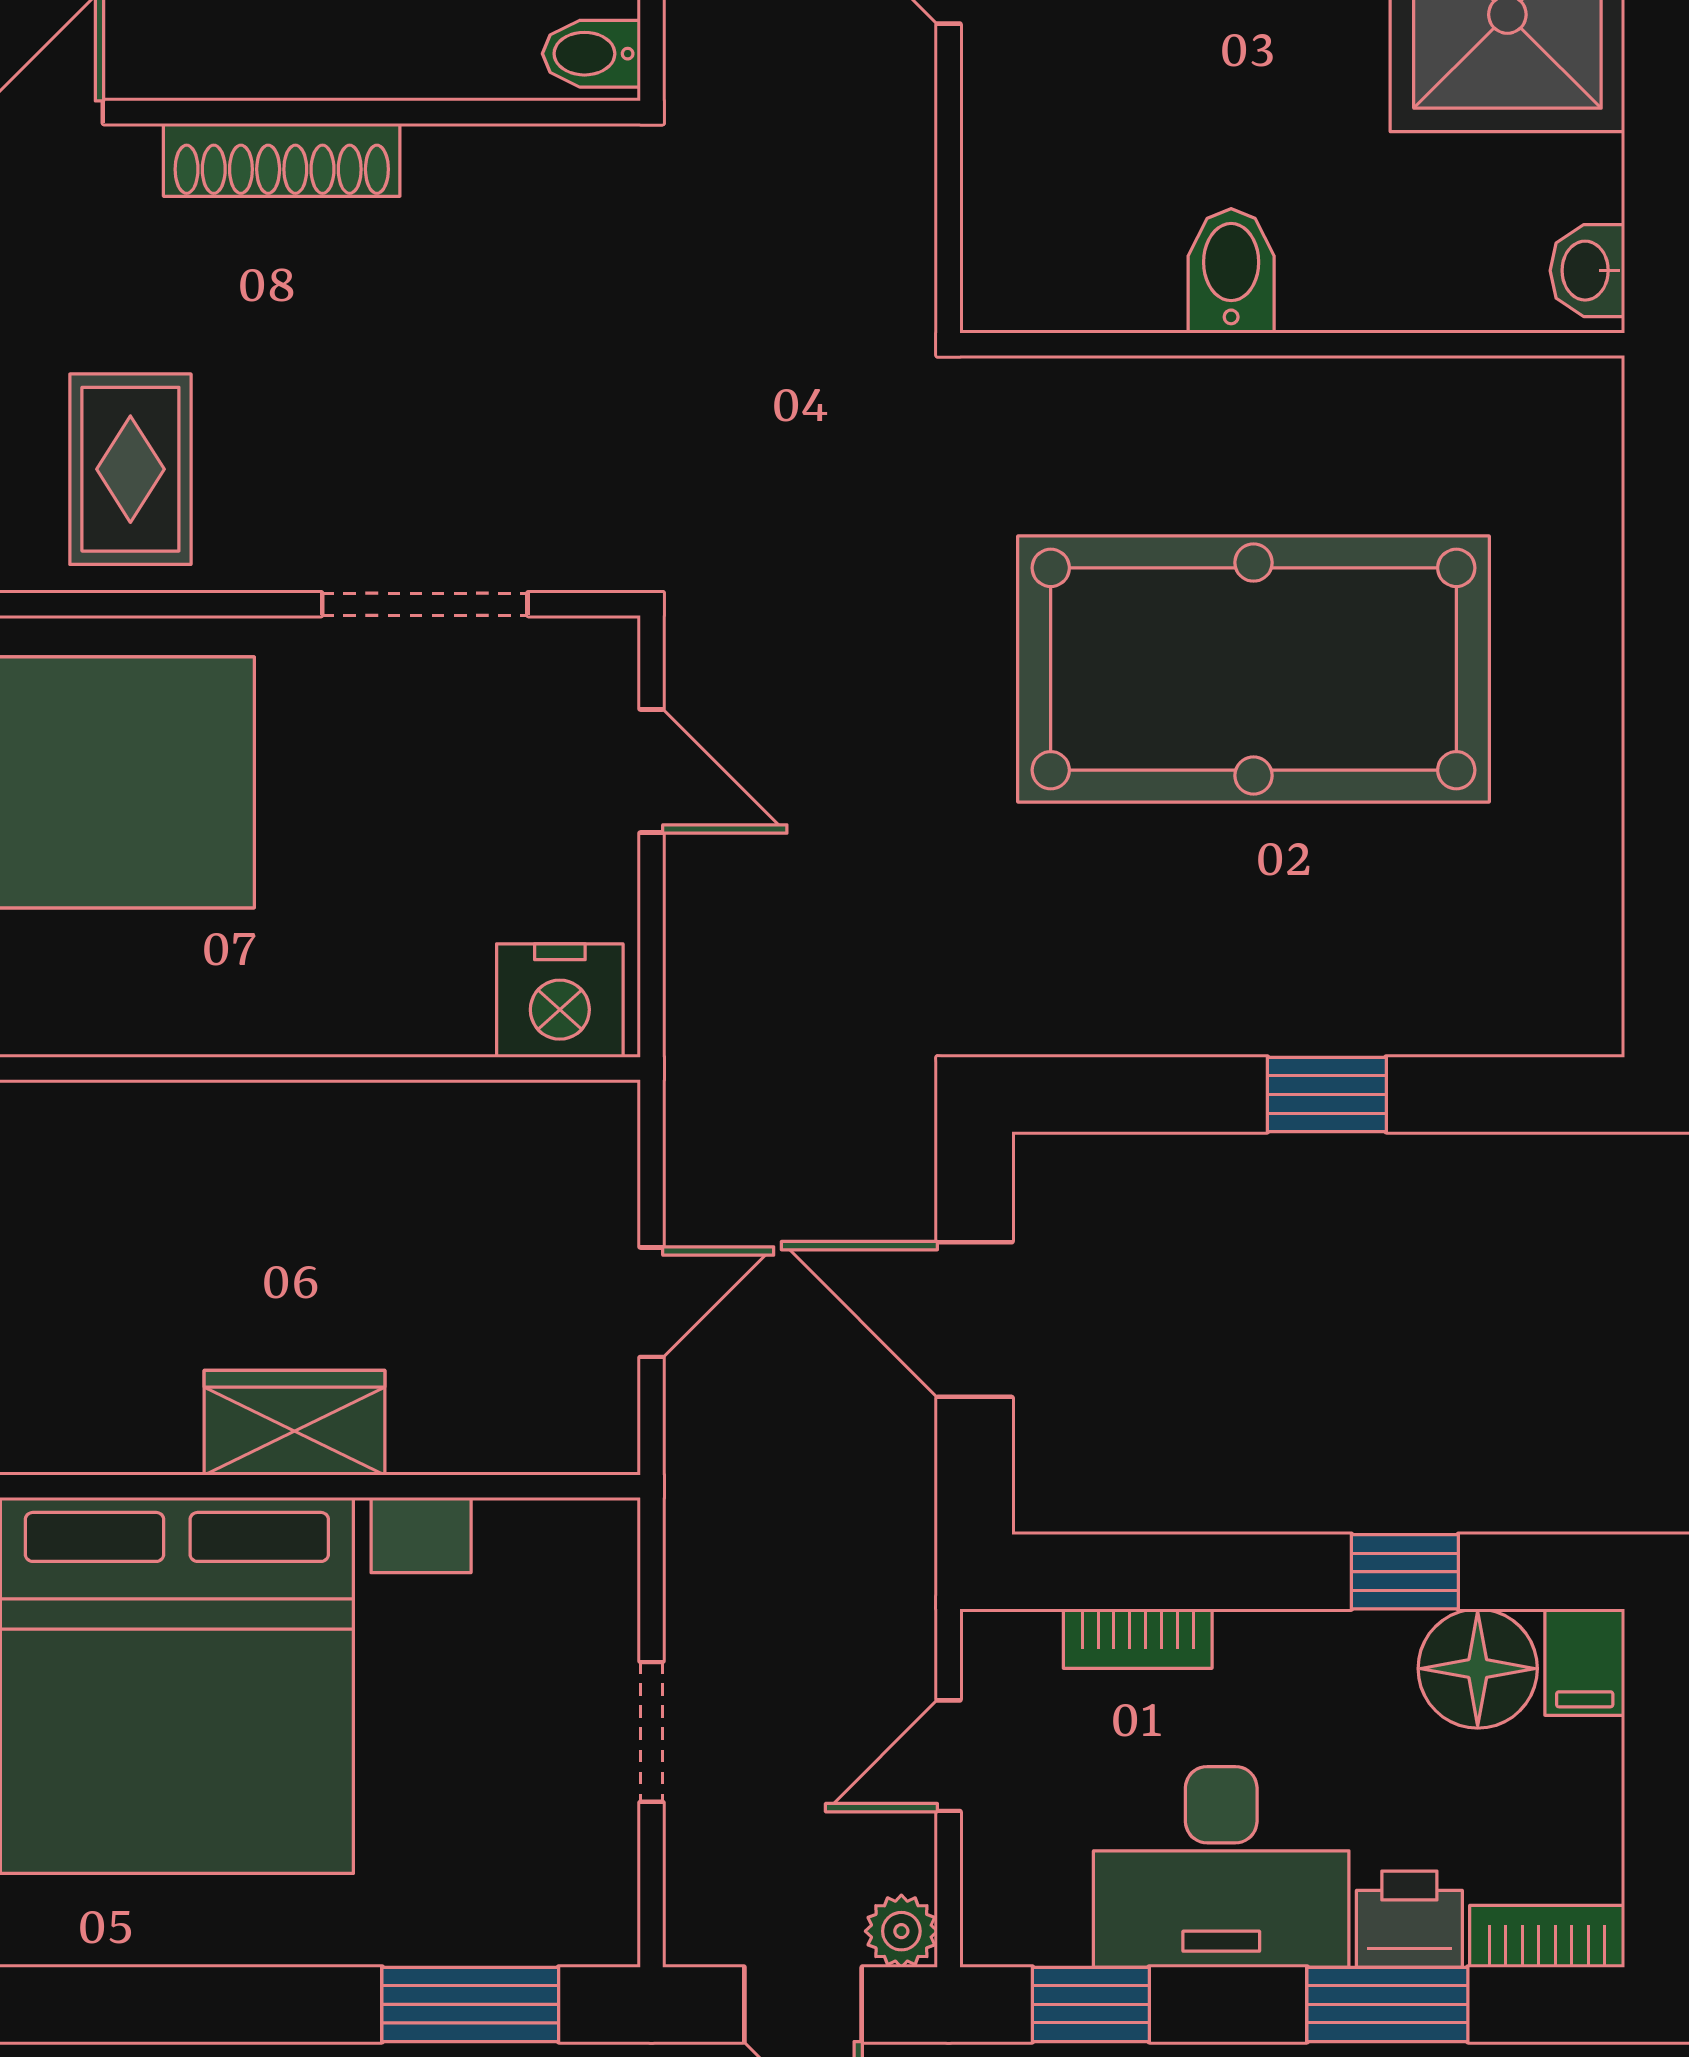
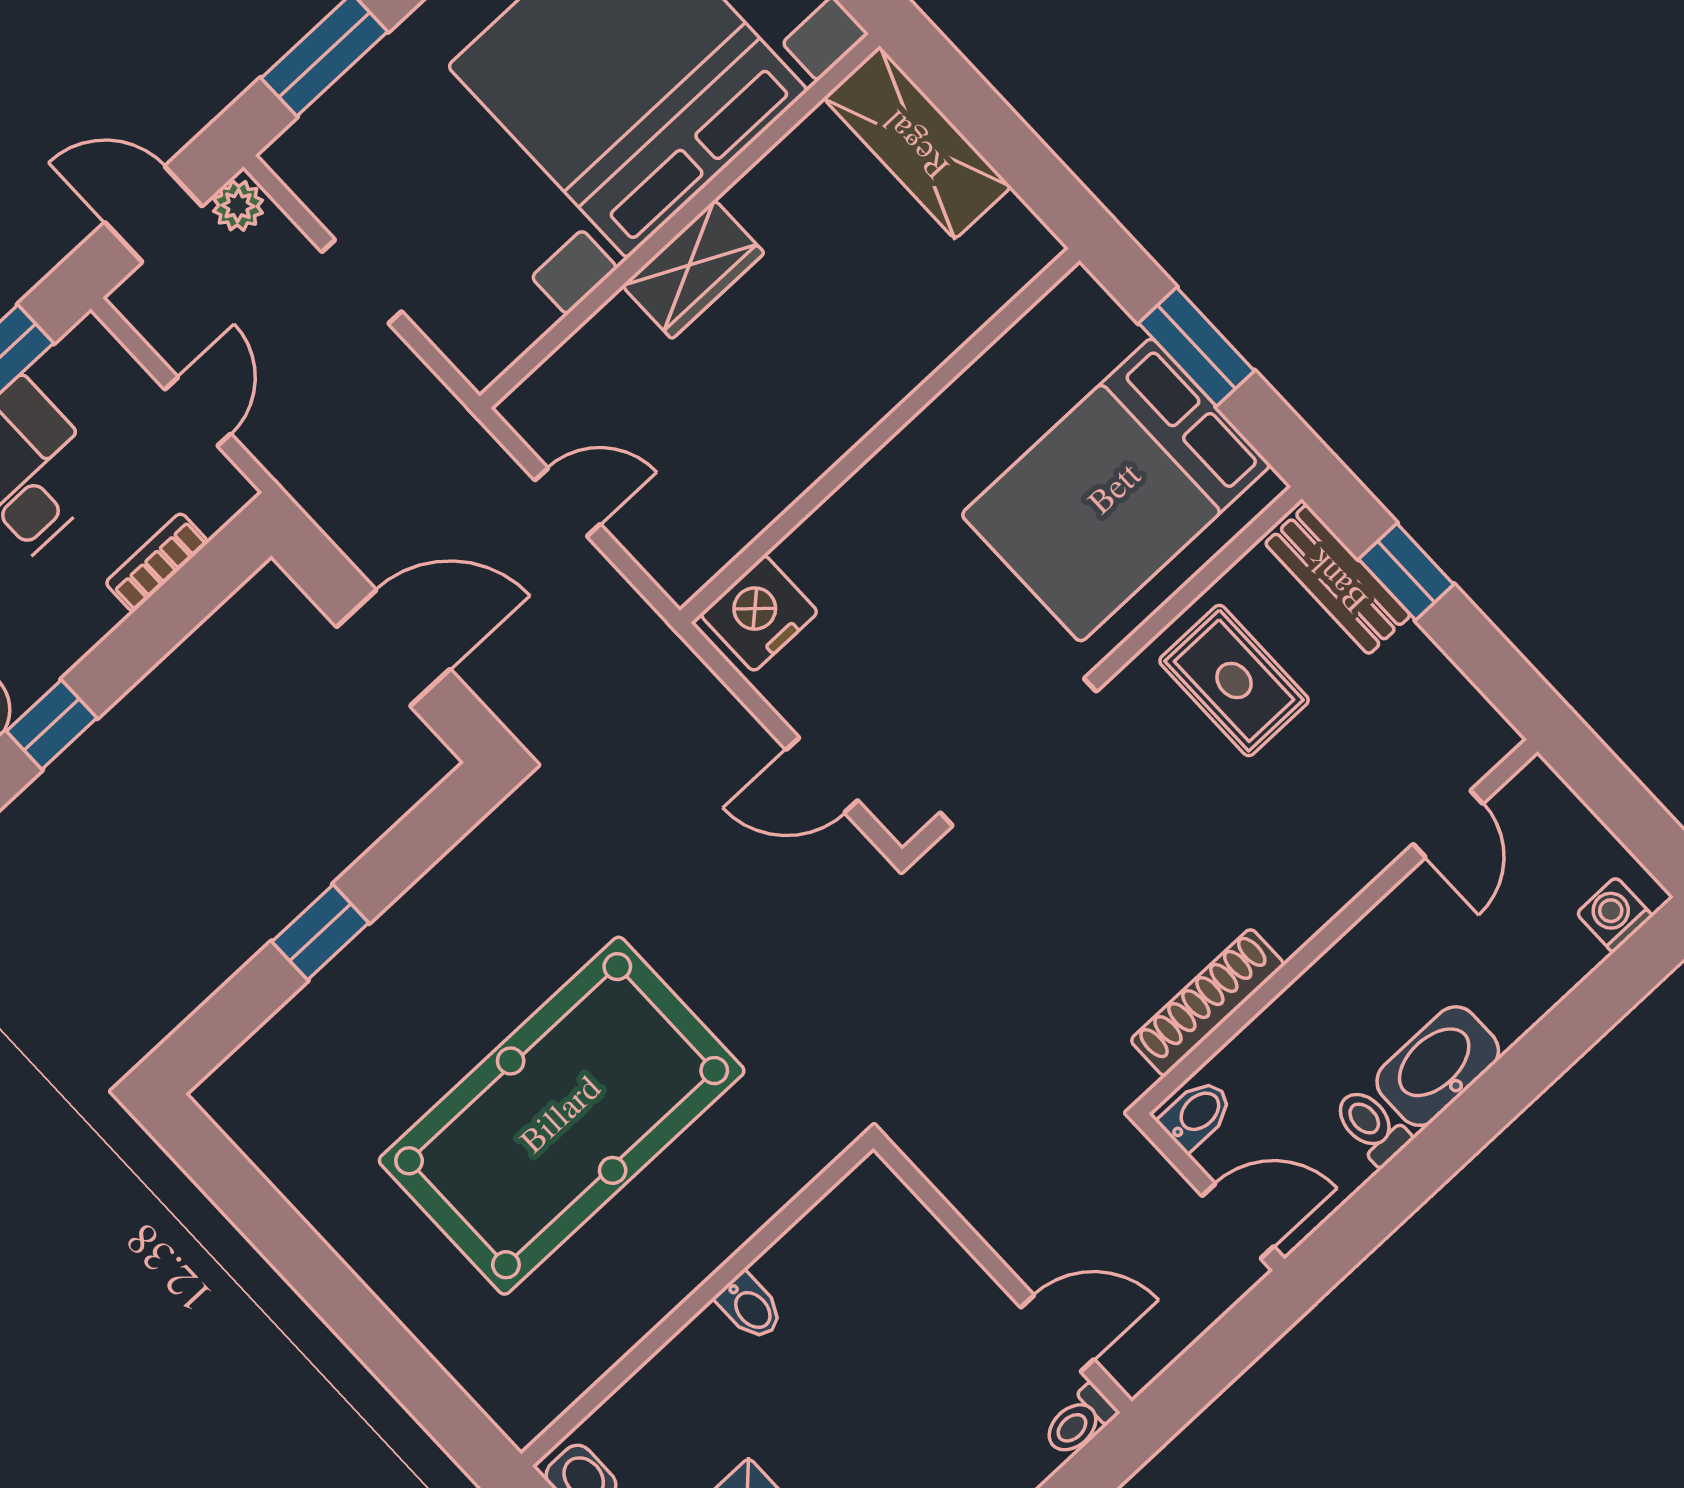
shoe rack: (282, 160) -> (1207, 1002), moved
bidet: (1231, 271) -> (750, 1307), width x0.72, depth x0.74
doorway: (425, 604) -> (1018, 752), width x1.36
door: (652, 1302) -> (568, 502), swing flipped
plant: (901, 1931) -> (238, 206), moved

